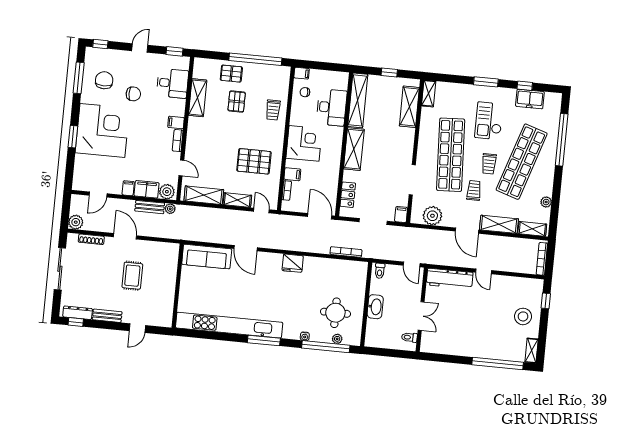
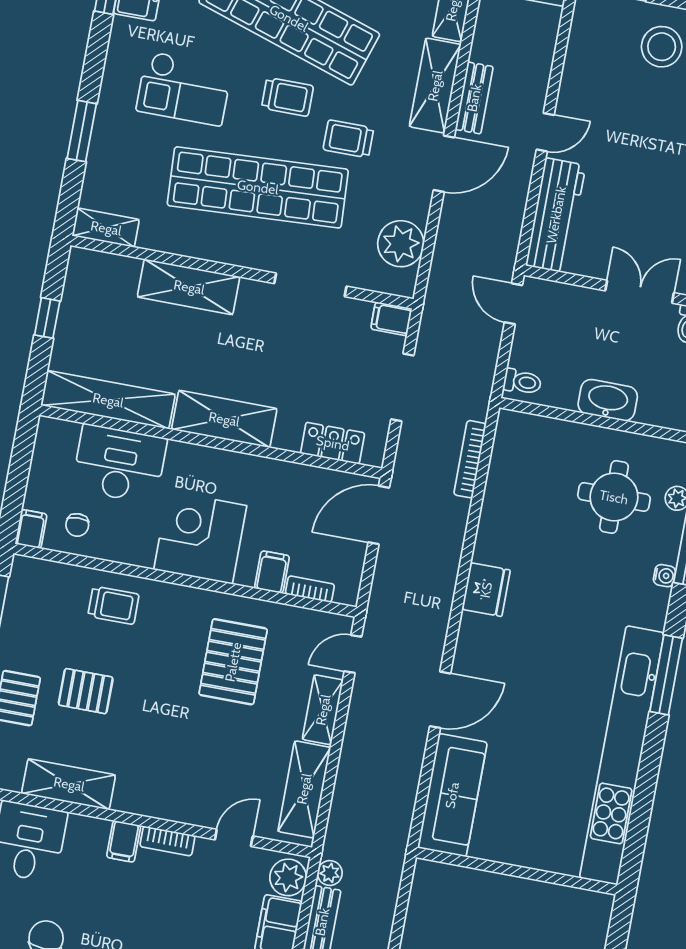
window: (486, 82) -> (82, 131), moved
shelving: (409, 107) -> (189, 287), moved
bench: (495, 241) -> (474, 98), added
door: (412, 264) -> (513, 304), swing flipped

